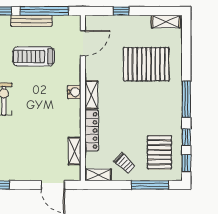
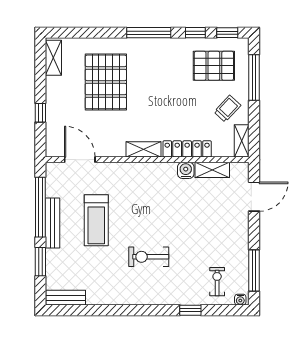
water cooler: (74, 92) -> (186, 170), moved

